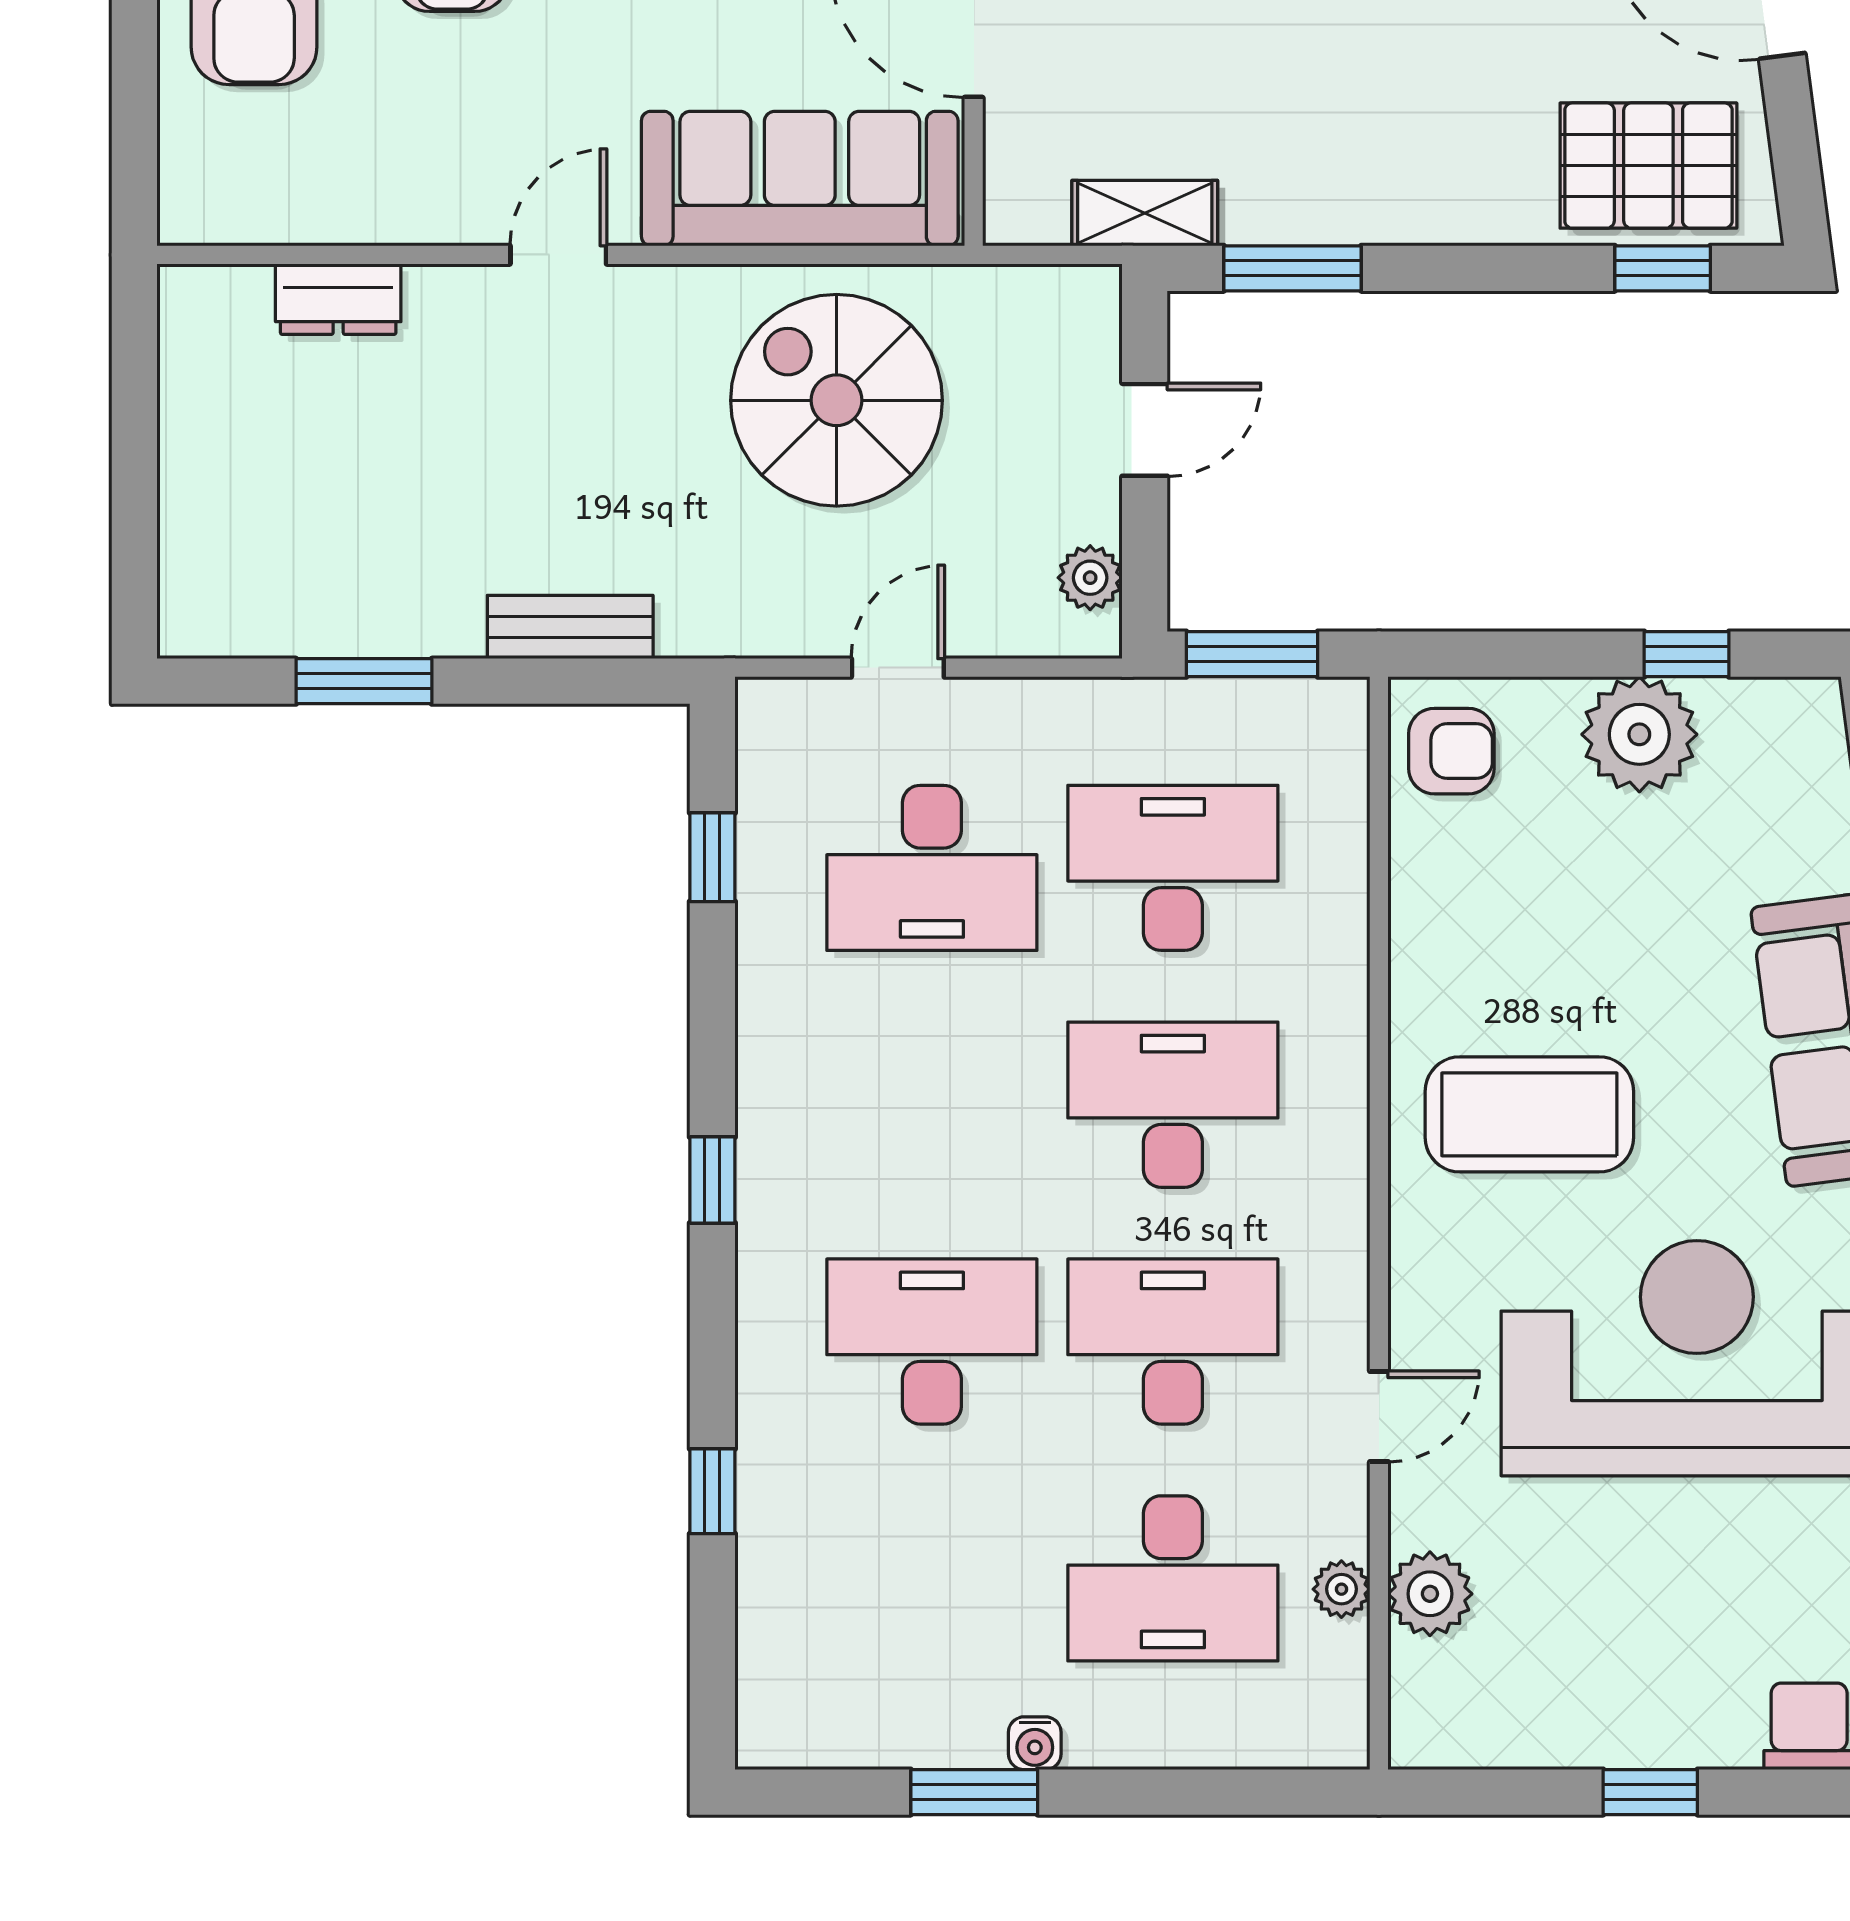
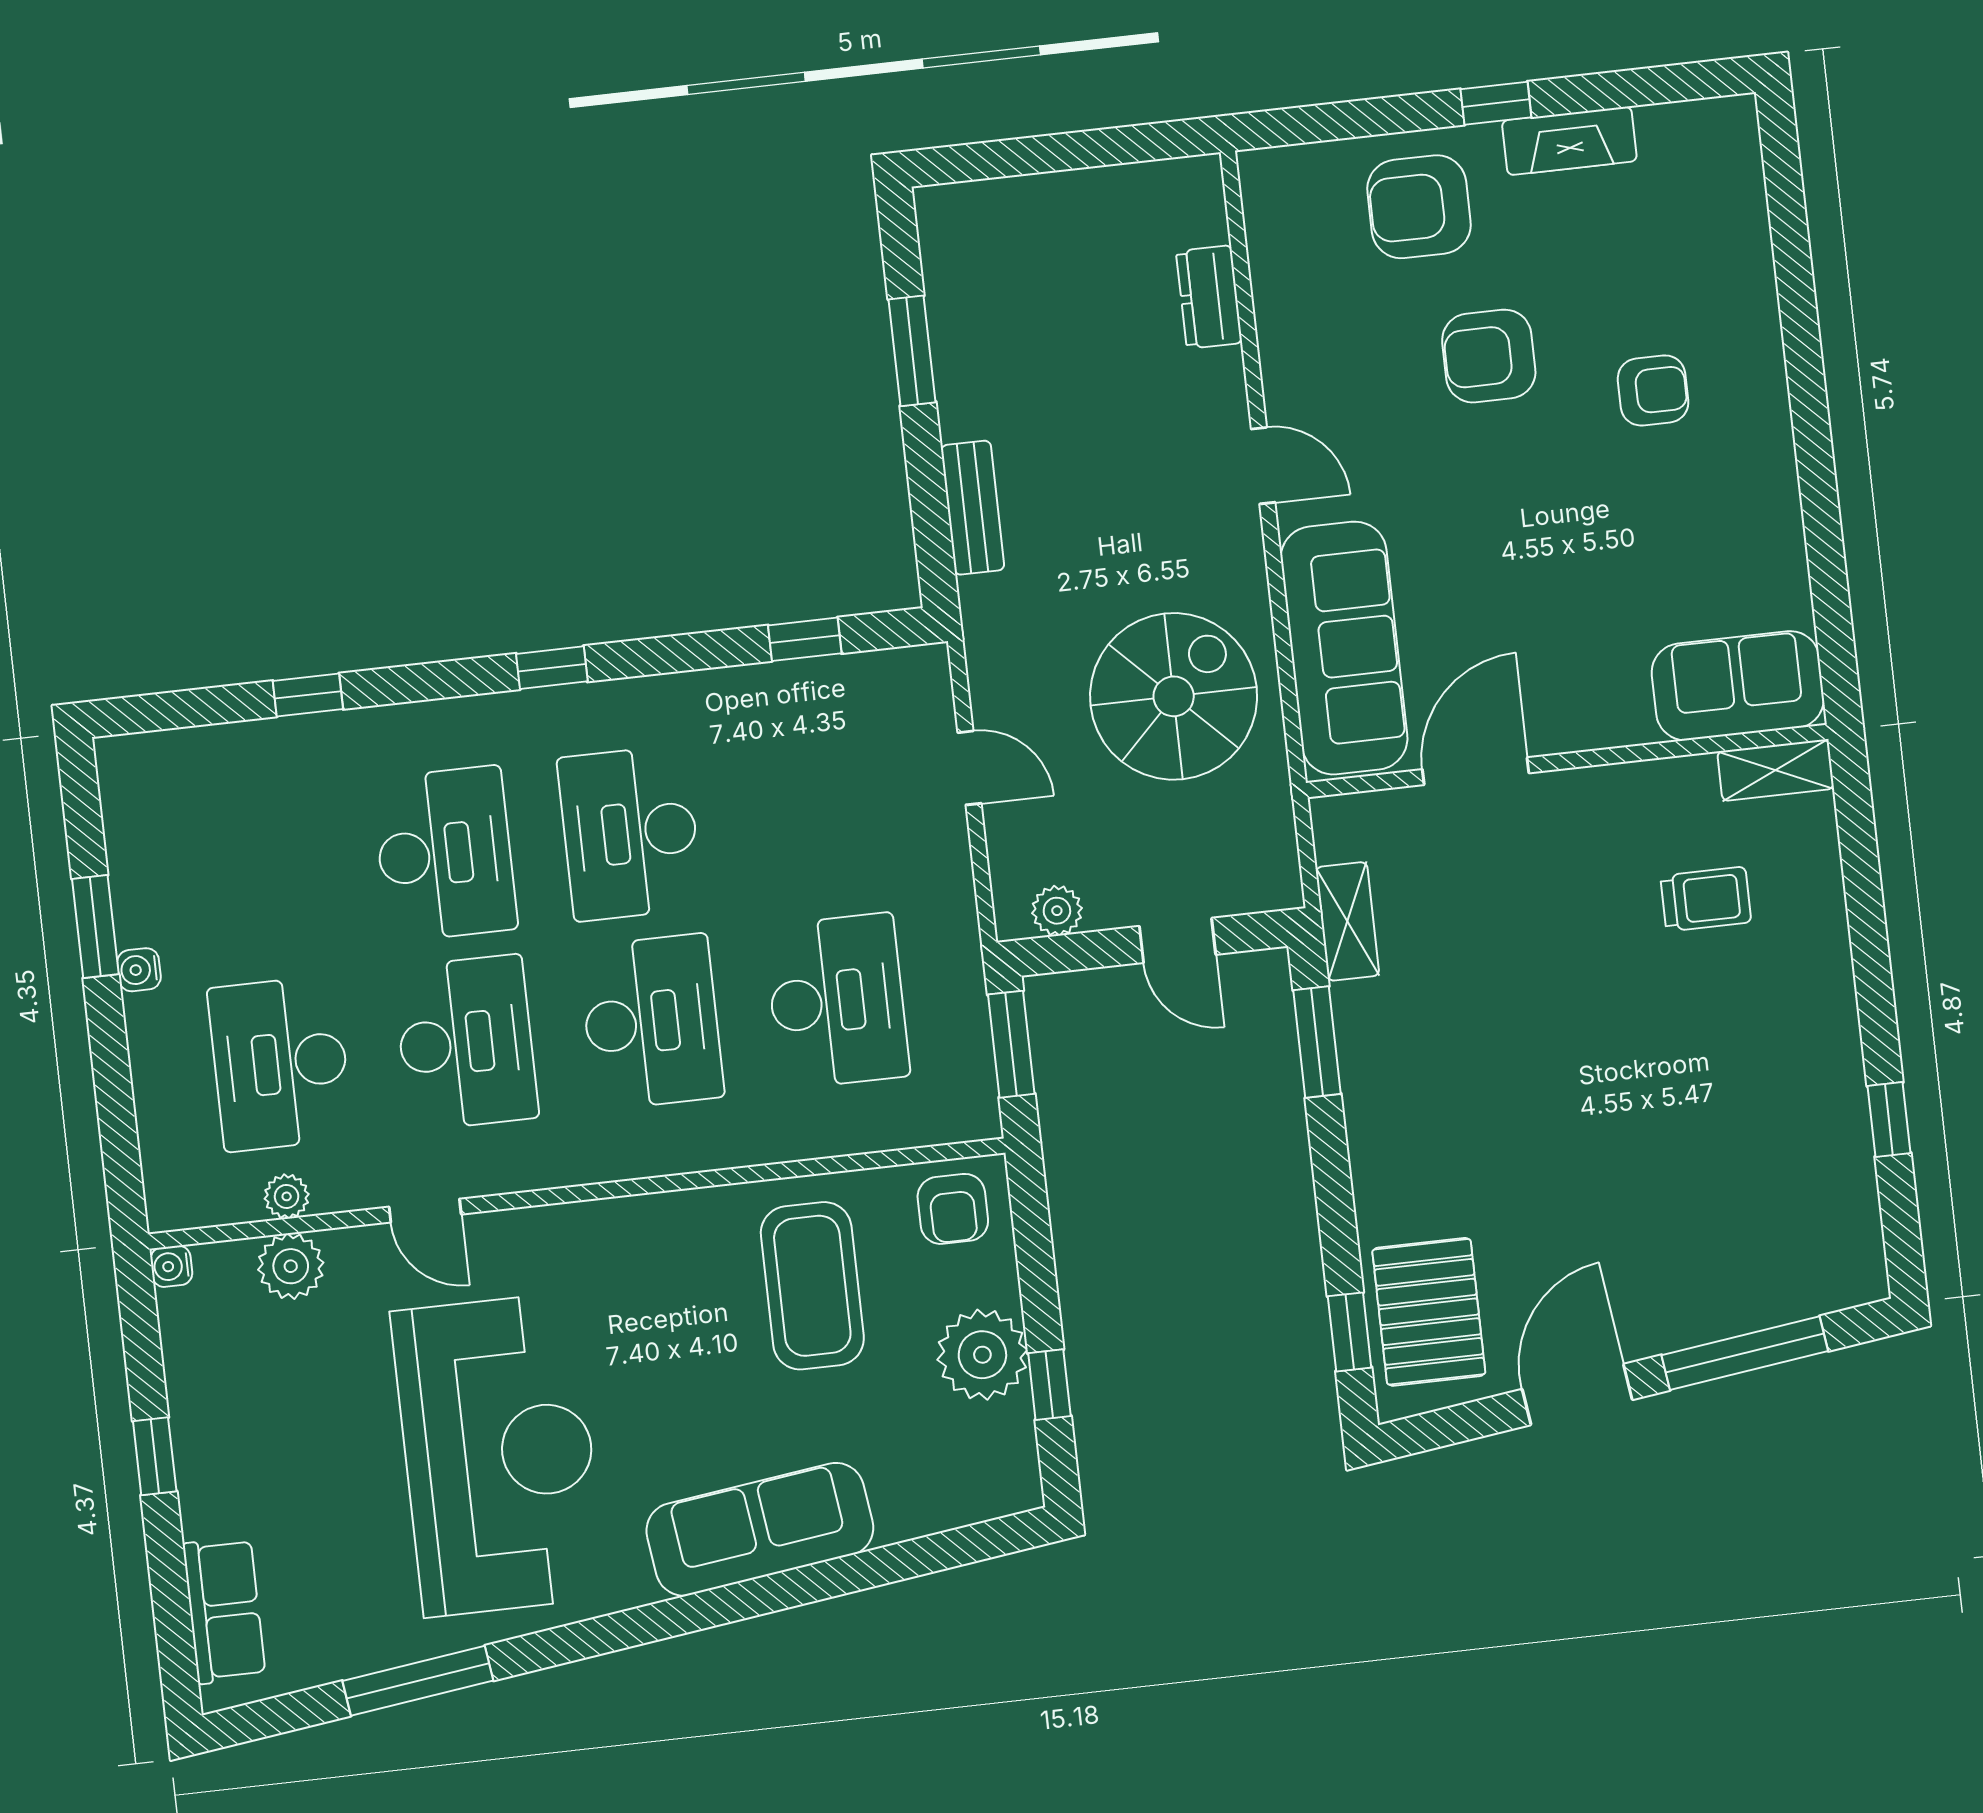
desk: (932, 868) -> (630, 833), moved
coffee table: (1529, 1114) -> (812, 1286), moved
water cooler: (1413, 1744) -> (171, 1266), added

